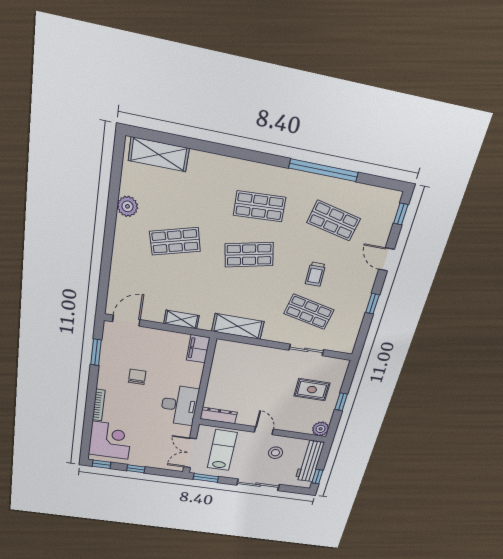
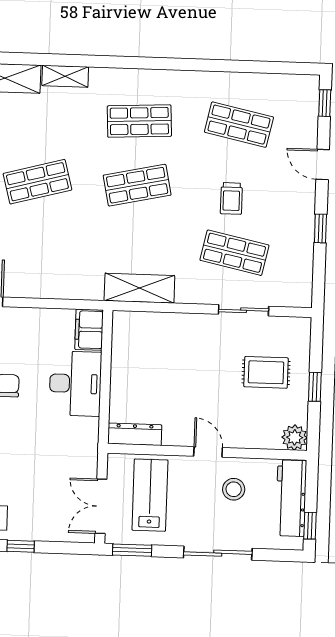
window: (324, 170) -> (211, 65), removed
shelving: (181, 320) -> (65, 76), moved
desk: (179, 405) -> (75, 384), moved

